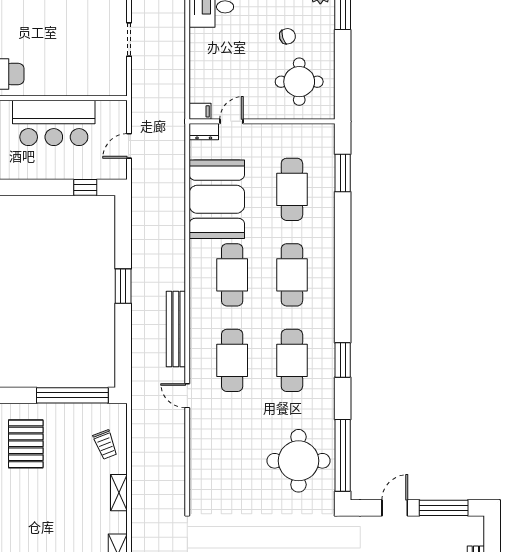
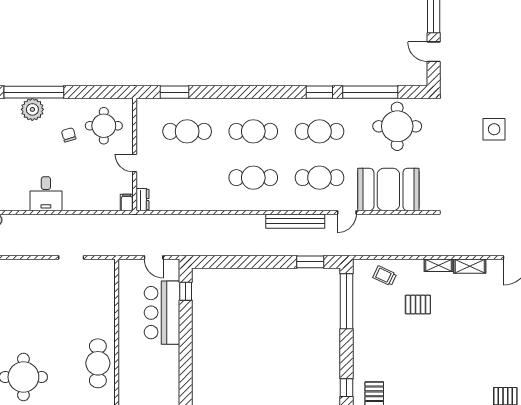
door: (232, 121) -> (135, 163), moved
bar counter: (54, 123) -> (162, 313), moved, turned 180
booth: (217, 199) -> (388, 189), moved
window: (123, 286) -> (310, 262), moved
pallet: (26, 444) -> (418, 305), moved, width x0.67, depth x0.71
trolley: (105, 445) -> (385, 276), turned -134
window: (343, 455) -> (370, 92), moved
shelving: (119, 493) -> (438, 265), moved

